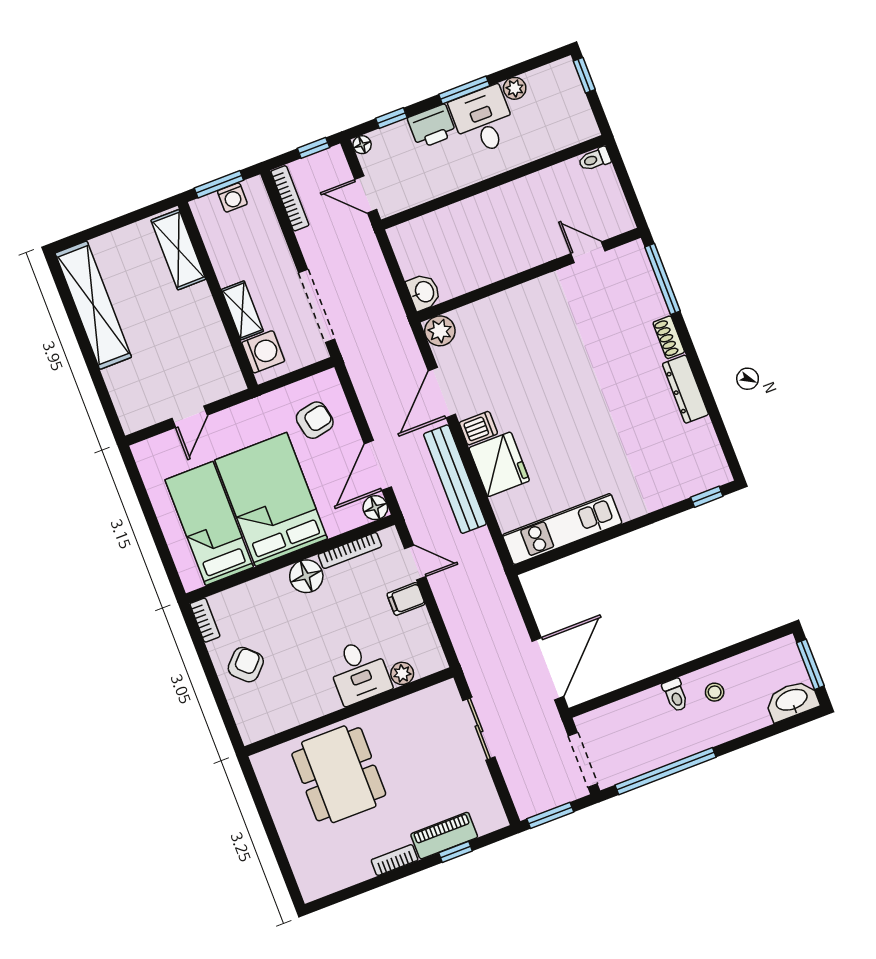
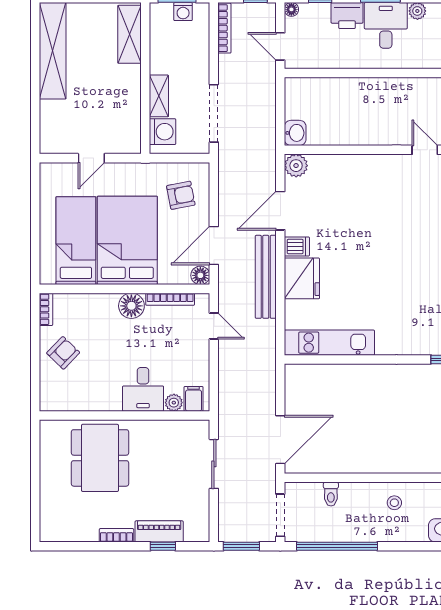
filing cabinet: (406, 599) -> (194, 399), moved, turned 90
toilet: (675, 695) -> (331, 494), moved

